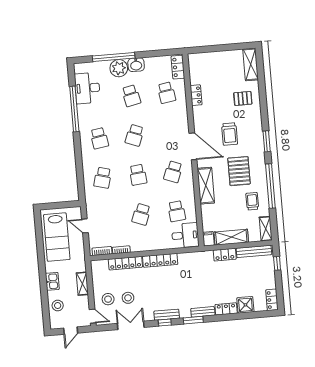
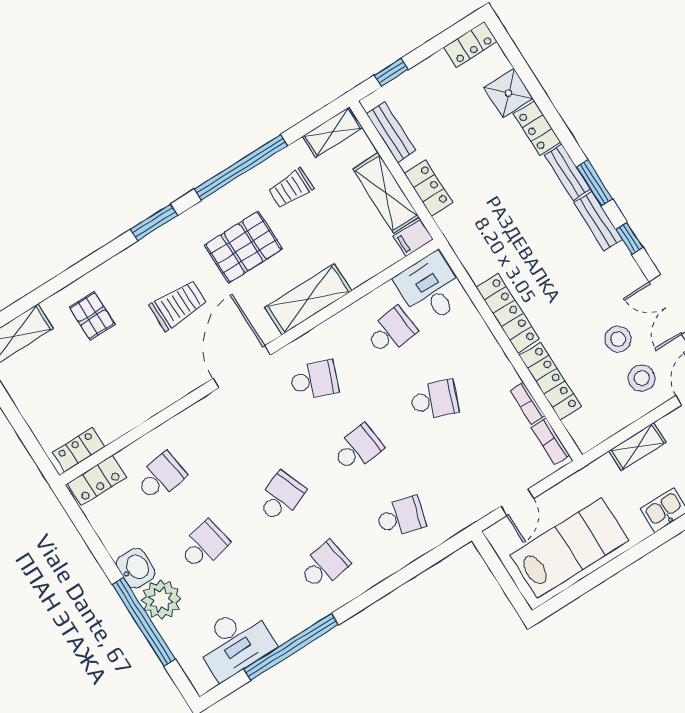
locker: (196, 95) -> (78, 450), moved
school desk: (135, 135) -> (281, 497), turned -42
bench: (254, 251) -> (391, 132), width x0.73
bench: (167, 315) -> (598, 221), moved

